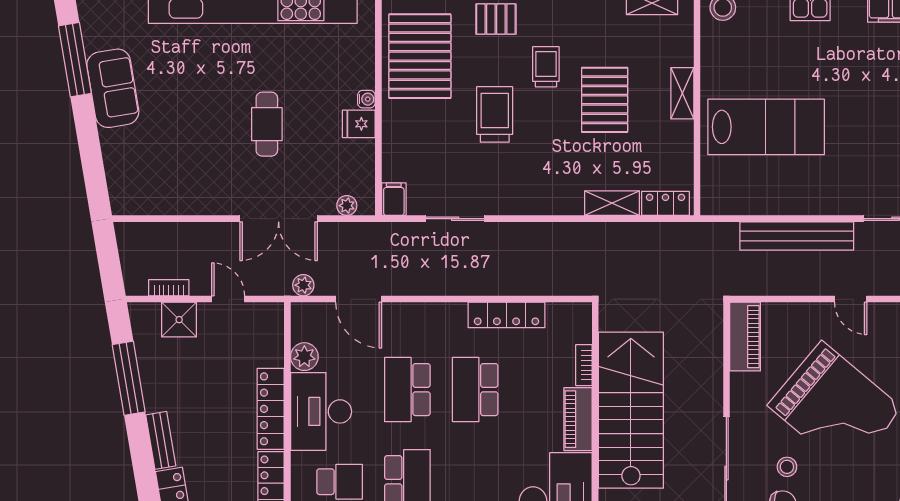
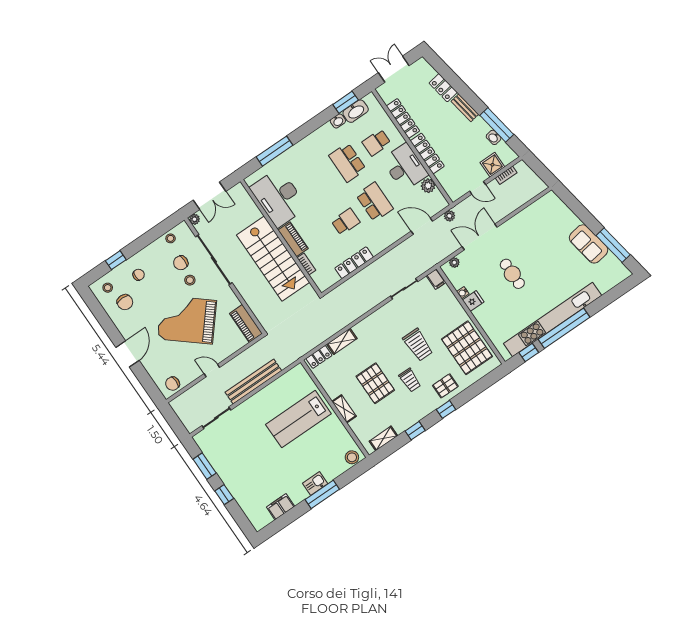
water cooler: (366, 99) -> (463, 293), moved
washbasin: (147, 362) -> (494, 137), added
school desk: (475, 390) -> (346, 222), width x0.54

